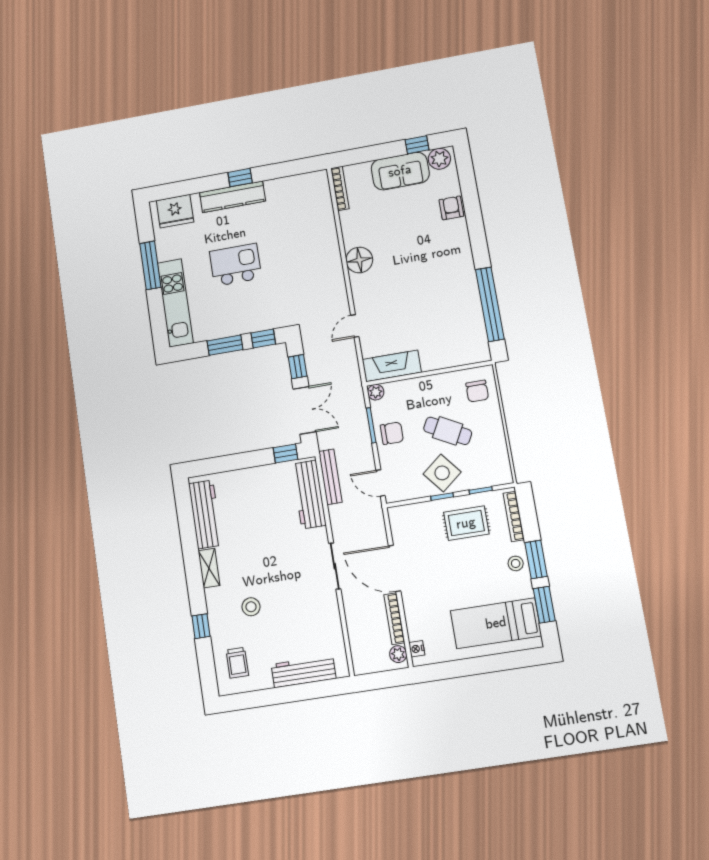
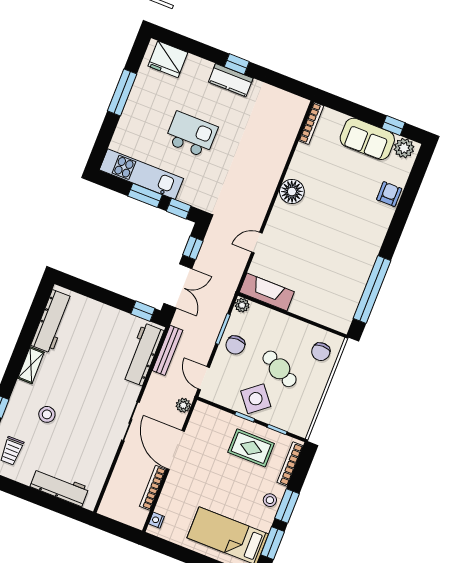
kitchen counter: (232, 197) -> (231, 80), width x0.67
kitchen unit: (175, 303) -> (141, 174), moved, turned -90
chair: (392, 433) -> (235, 345), turned 90
plant: (398, 654) -> (183, 405), moved

